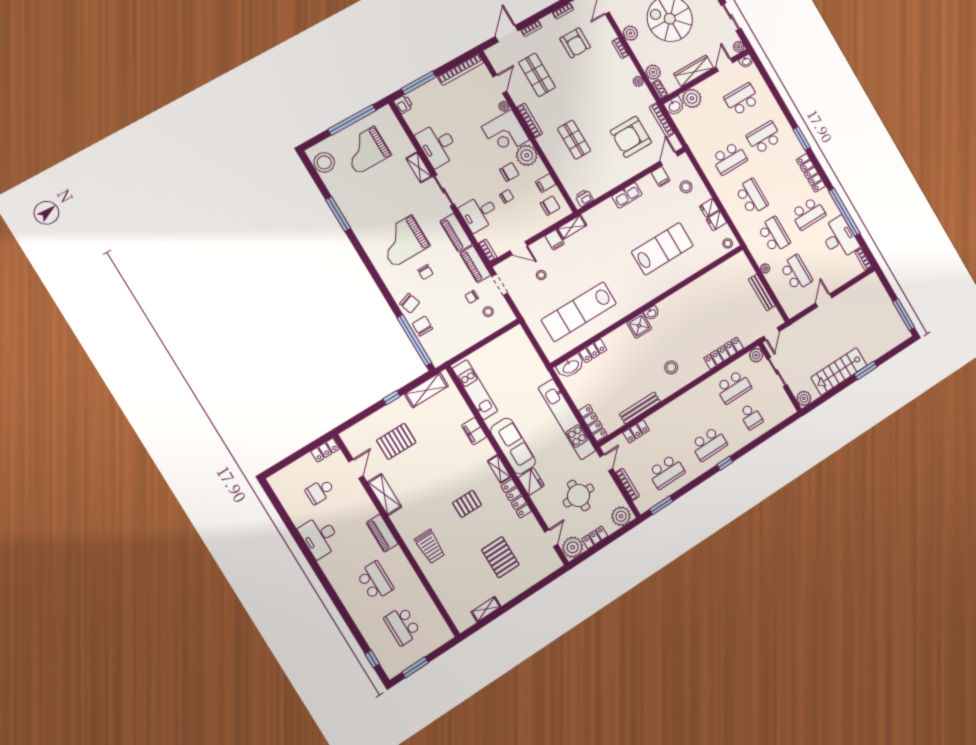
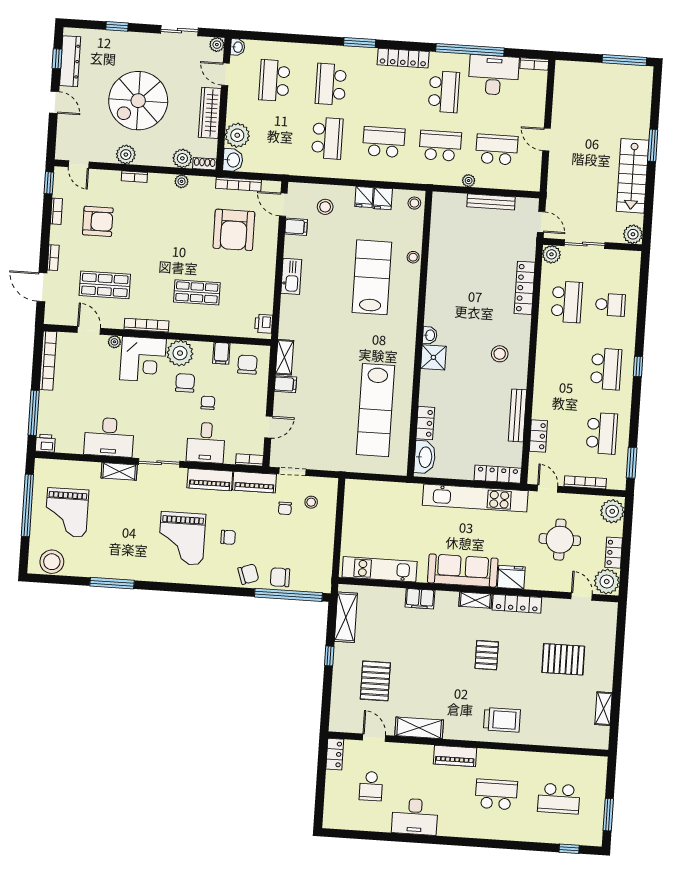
stool: (541, 275) -> (413, 257), moved

